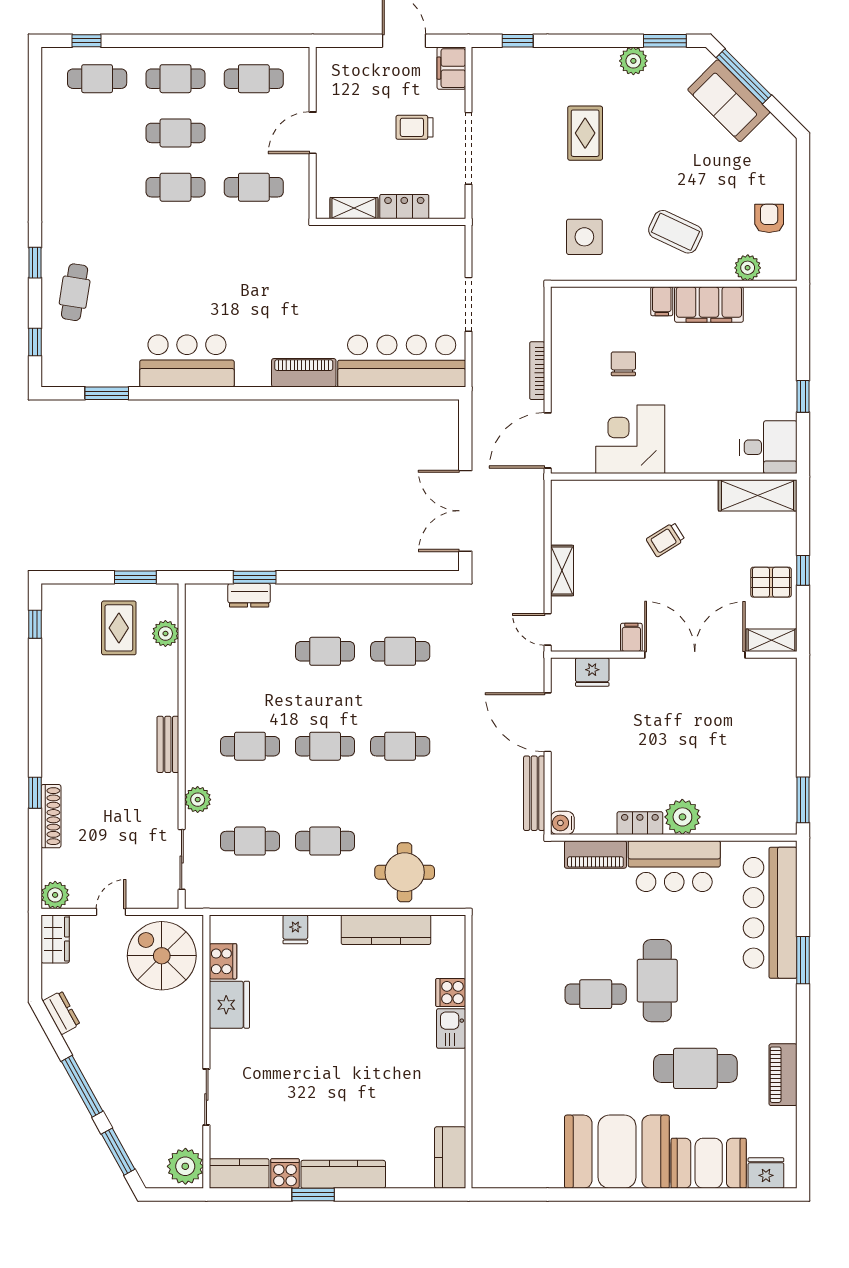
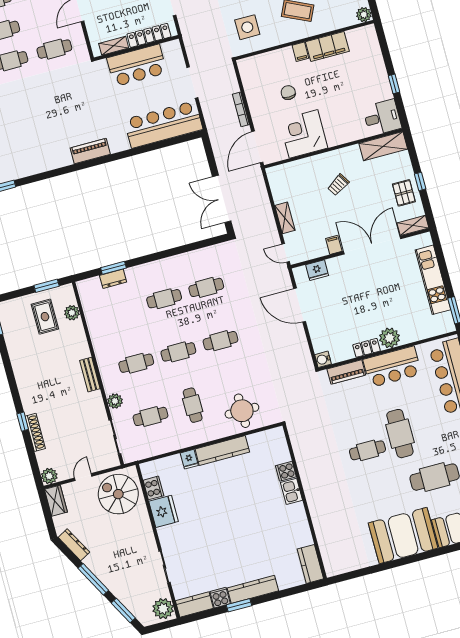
locker: (404, 207) -> (149, 35), width x1.53
plant: (748, 268) -> (364, 15), moved
bar counter: (187, 361) -> (137, 65), moved, turned 180
piano: (304, 373) -> (90, 151), moved
pallet: (771, 582) -> (404, 193), turned 90
kitchen unit: (781, 740) -> (433, 280), added
bench: (534, 793) -> (303, 347), removed
cafe table: (325, 841) -> (193, 405), turned 90
kitchen counter: (386, 930) -> (222, 451), moved
dresser: (61, 1013) -> (74, 545), width x1.44

